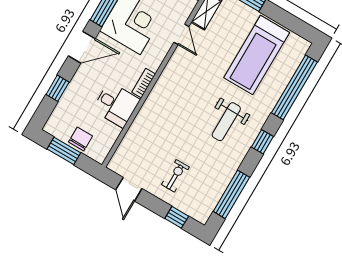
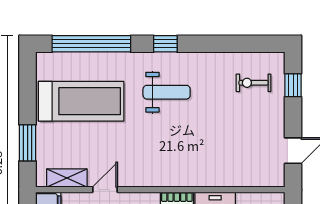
exercise bike: (175, 176) -> (253, 83), moved
window: (231, 194) -> (237, 44), removed

